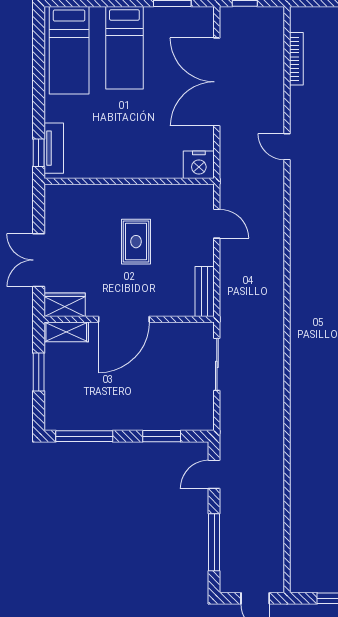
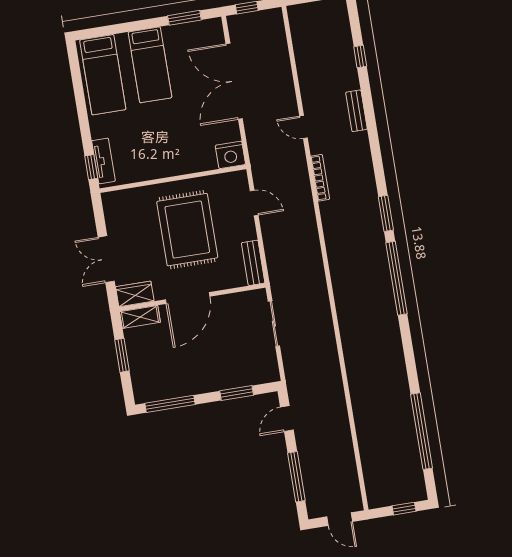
bookcase: (296, 59) -> (320, 178), moved
rug: (136, 242) -> (187, 230), width x1.86, depth x2.06

